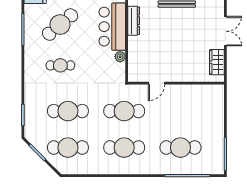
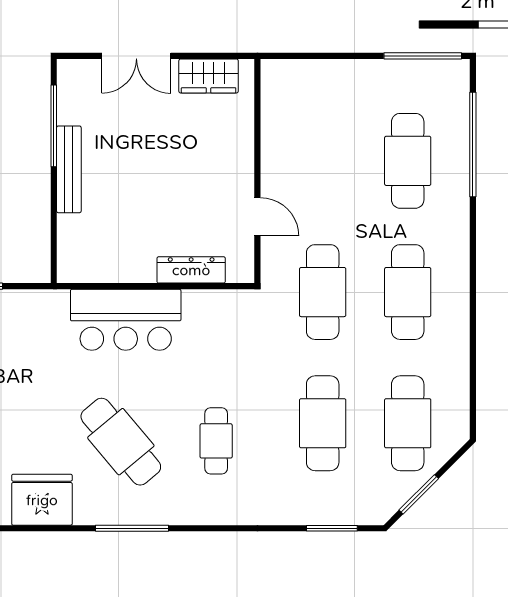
dresser: (134, 21) -> (191, 270), moved
double door: (225, 31) -> (136, 56), swing flipped
plant: (120, 57) -> (196, 302), removed

